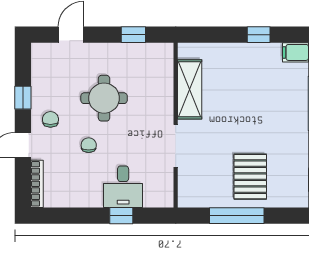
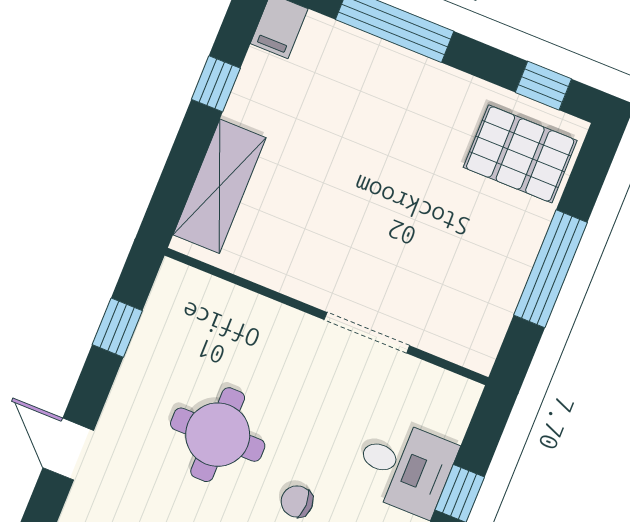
shelving: (190, 89) -> (220, 186), moved, turned 90
pallet: (250, 177) -> (520, 154), moved

